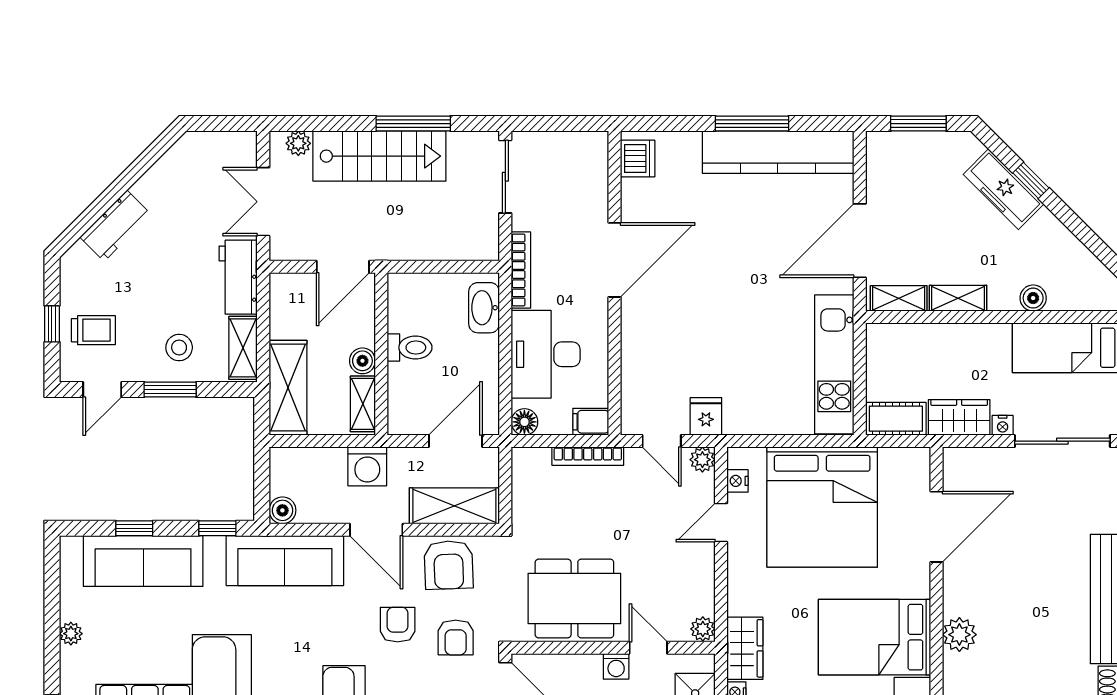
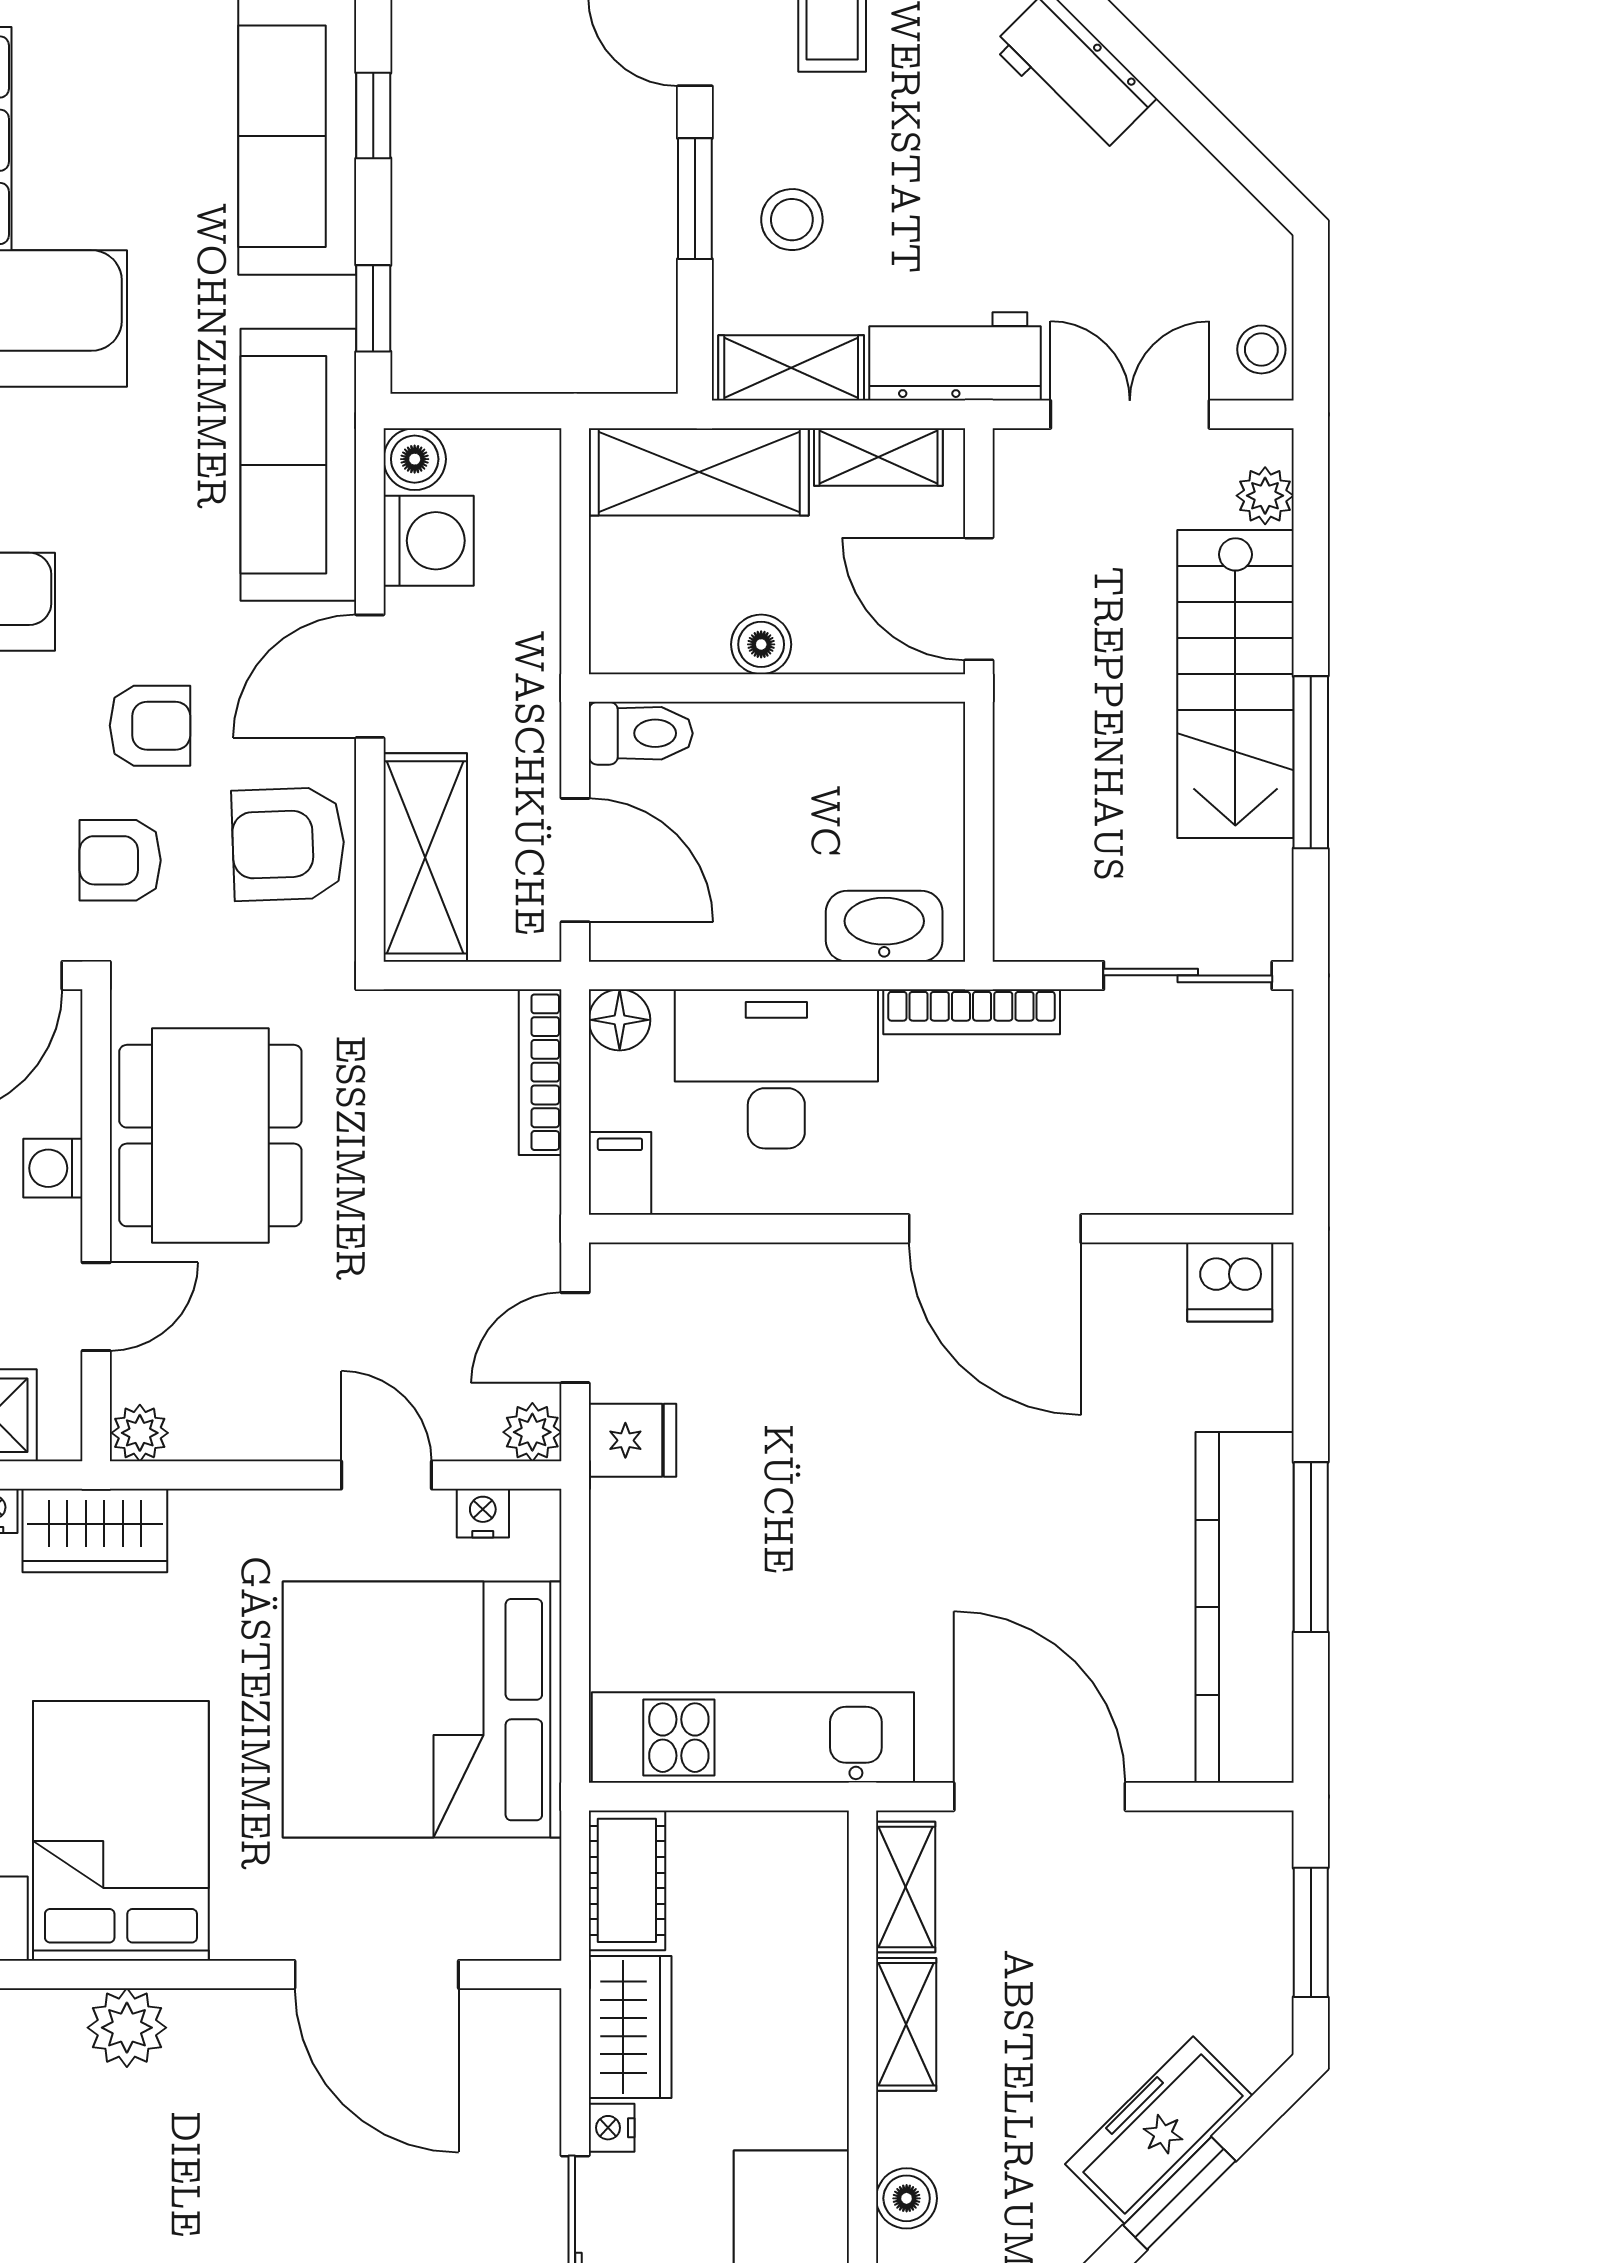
stool: (235, 145) -> (1261, 349), added
window: (1031, 180) -> (1179, 2193), width x1.50
toilet: (410, 348) -> (641, 733), moved, turned -90
shelving: (363, 404) -> (878, 457), moved
bookcase: (588, 456) -> (540, 1072), moved
washing machine: (367, 466) -> (429, 541), moved, turned 180
washing machine: (616, 666) -> (53, 1168), moved

